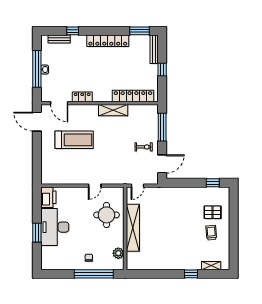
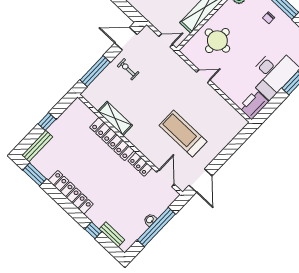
locker: (133, 96) -> (112, 139), moved
shelving: (113, 110) -> (115, 118), moved

